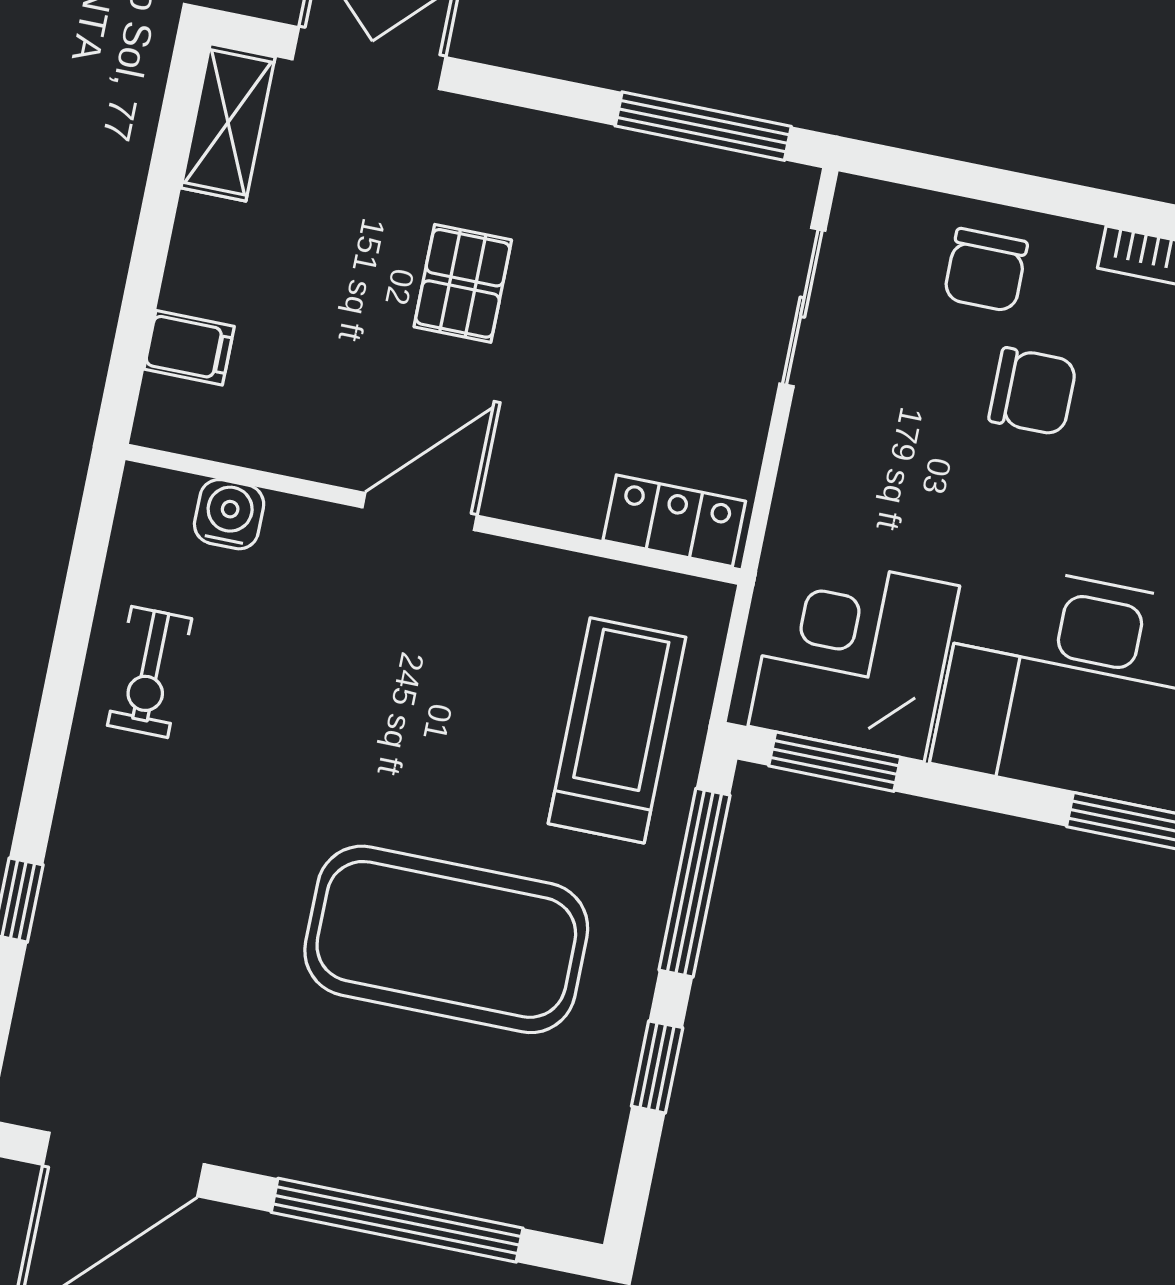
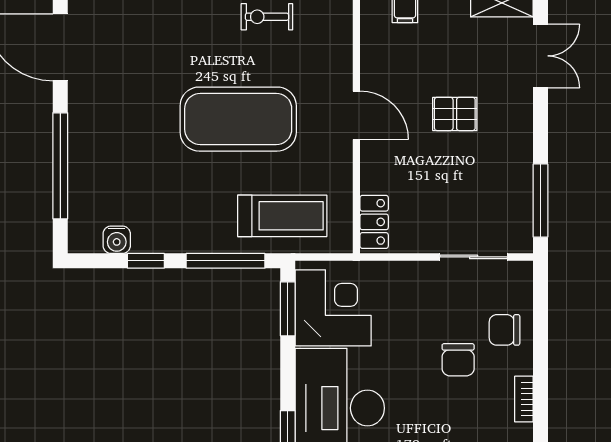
water cooler: (229, 514) -> (117, 240), moved, turned 90
exercise mat: (446, 939) -> (238, 119), moved, turned 90

